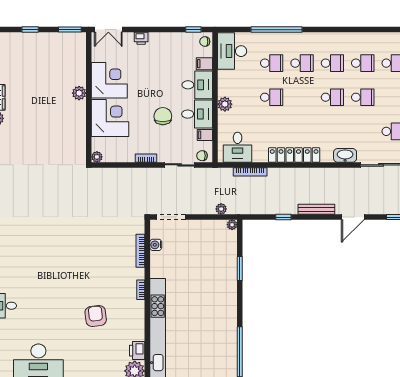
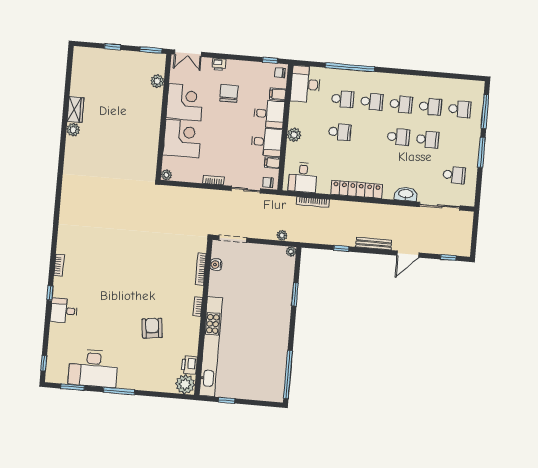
plant: (79, 93) -> (157, 81), moved
chair: (163, 116) -> (229, 93), moved

